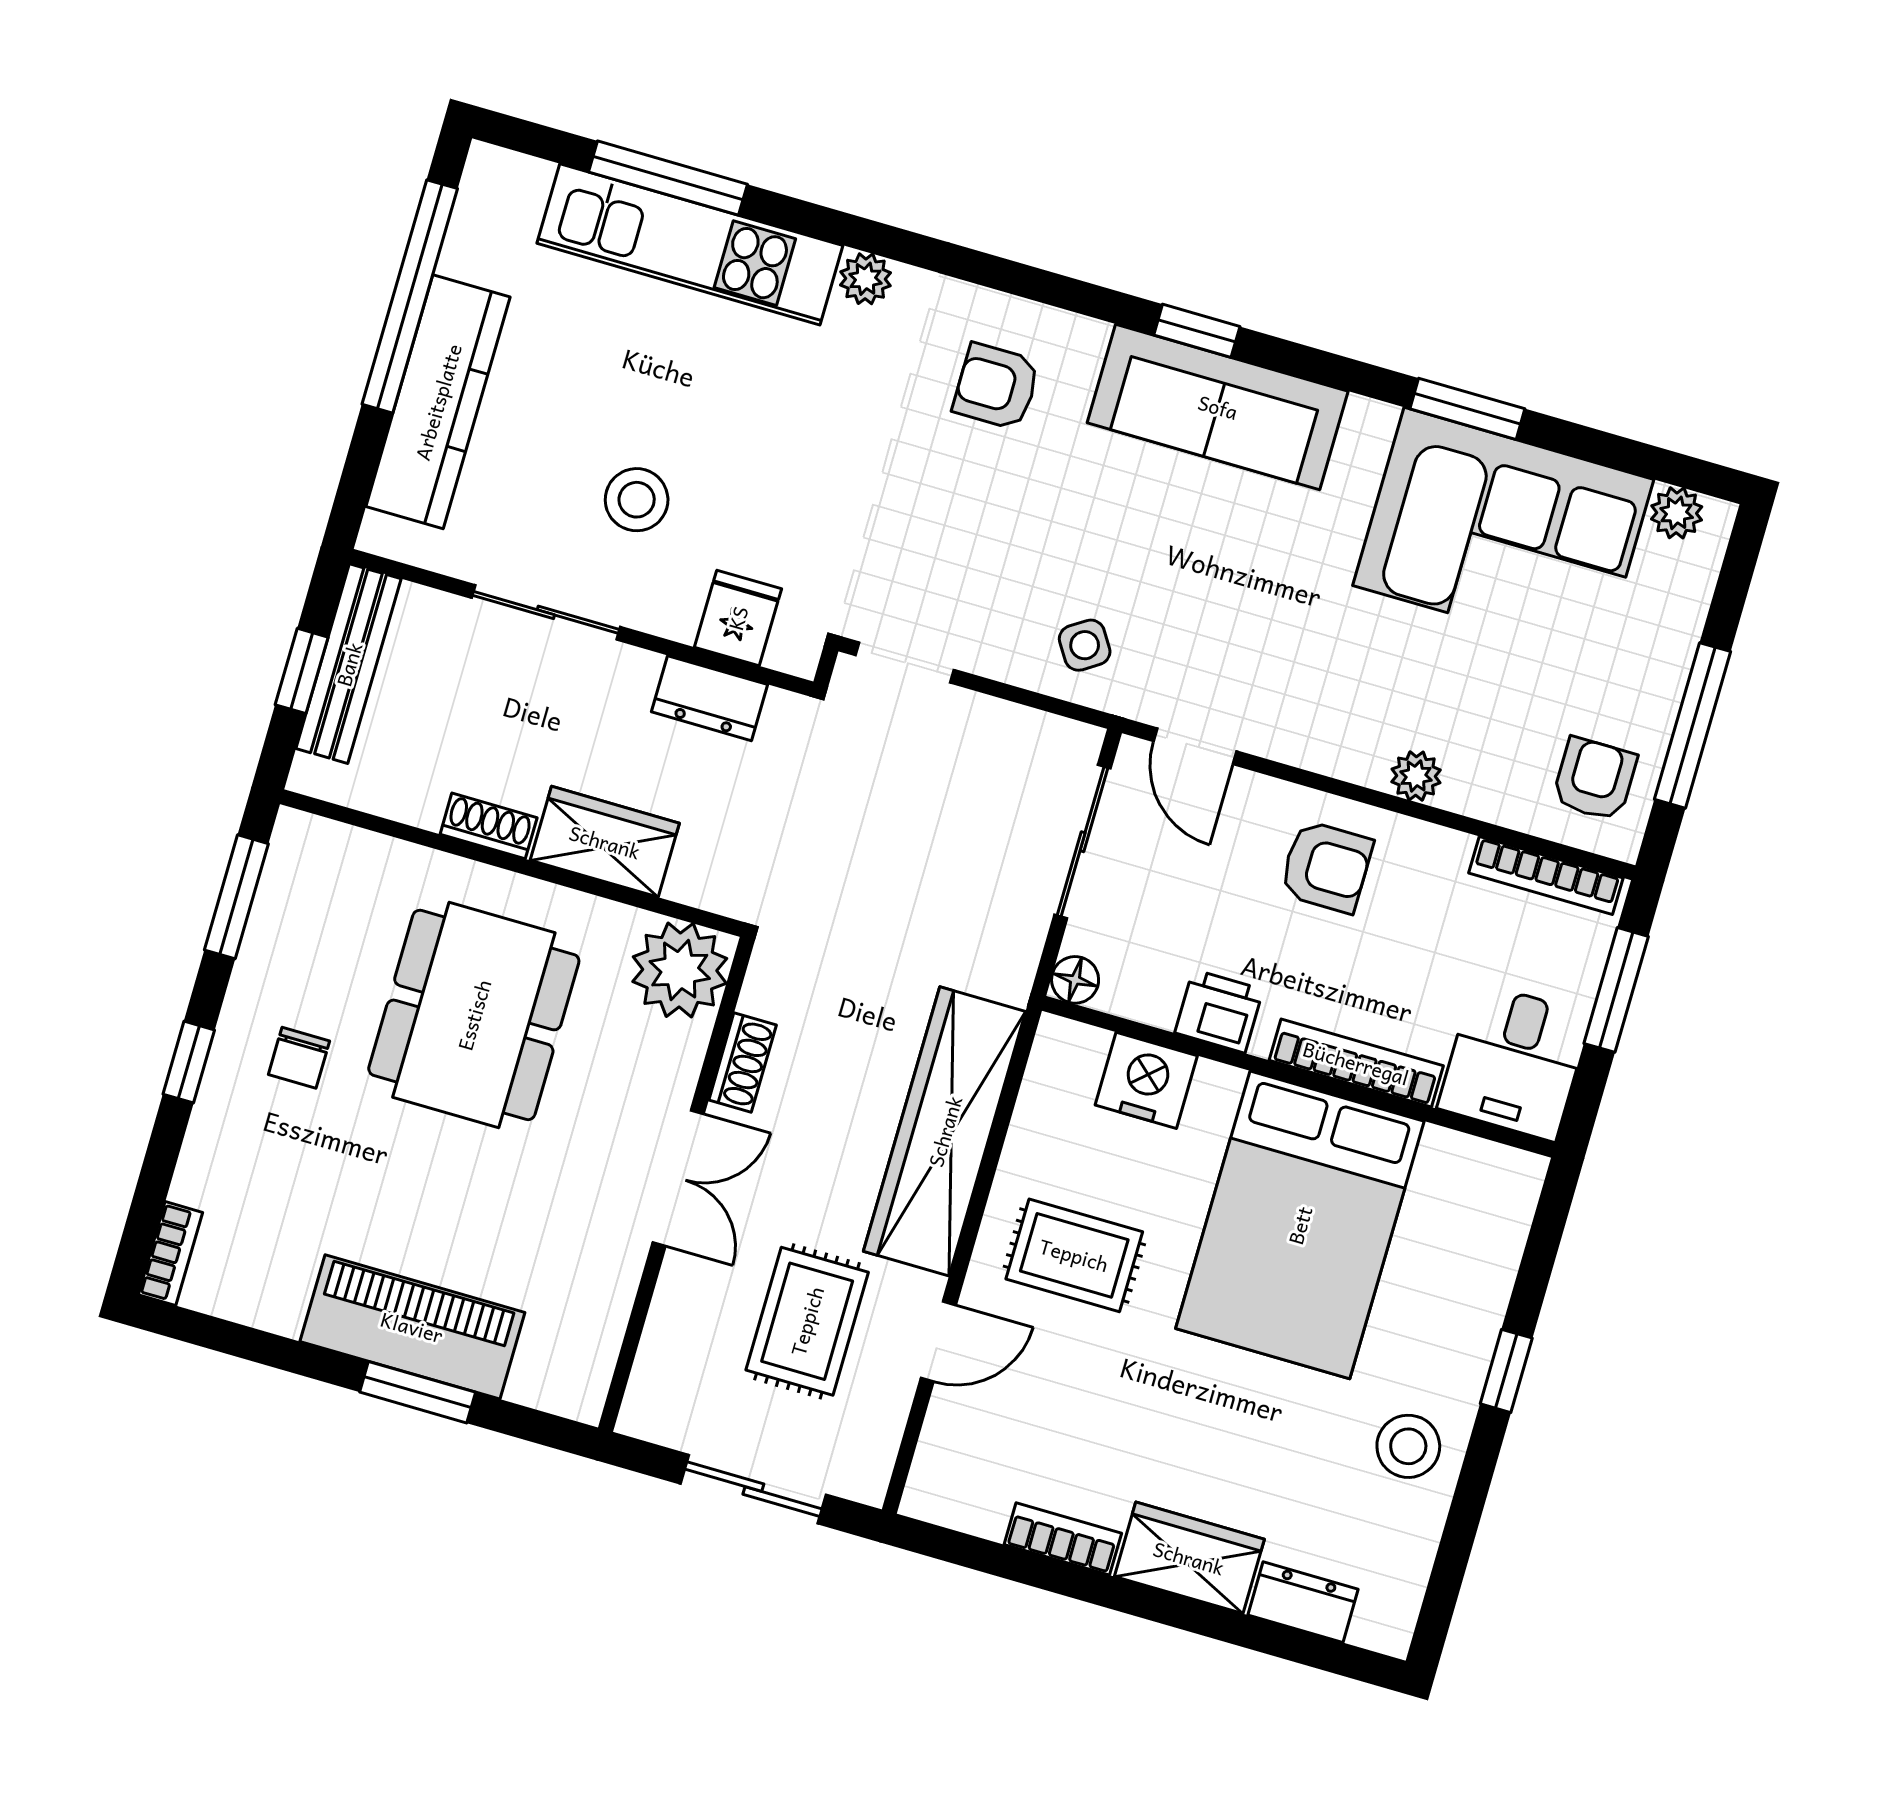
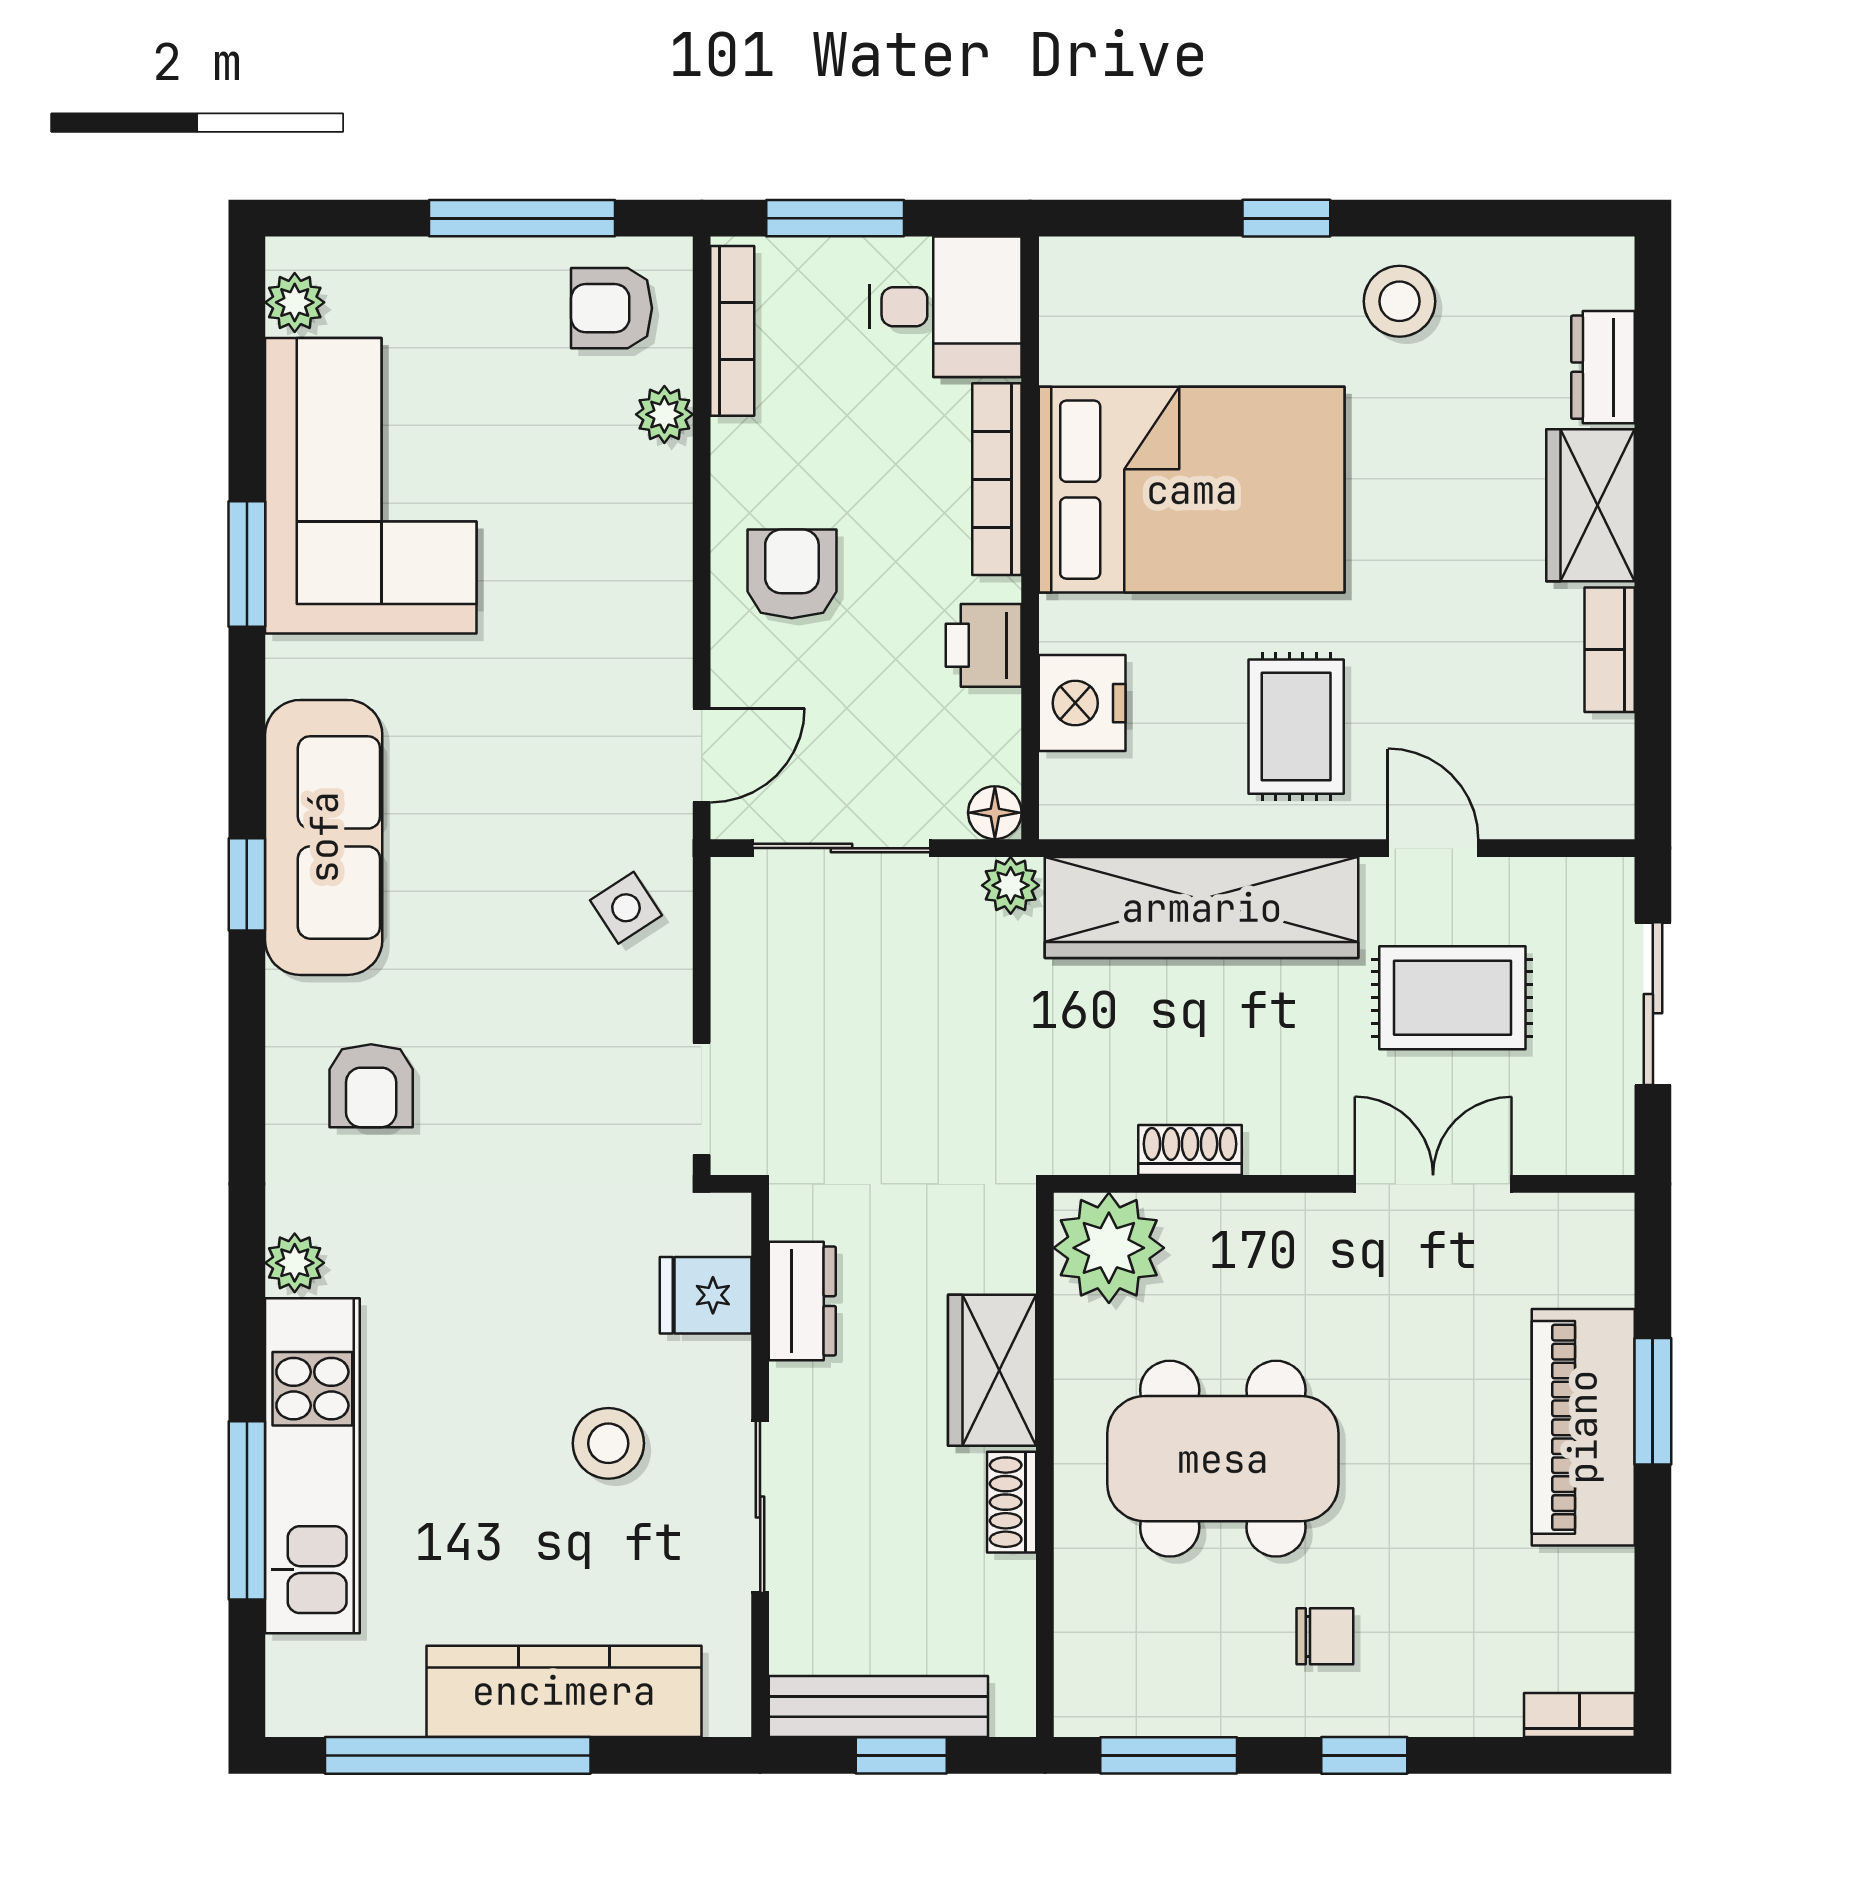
plant: (1416, 776) -> (664, 414), moved
plant: (1010, 975) -> (1011, 885), added
double door: (678, 1178) -> (1433, 1184), moved

